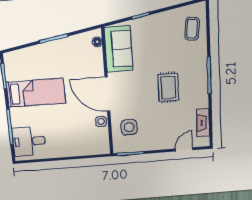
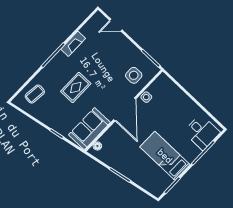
rug: (168, 87) -> (76, 87), moved
fireplace: (203, 123) -> (73, 44), moved

